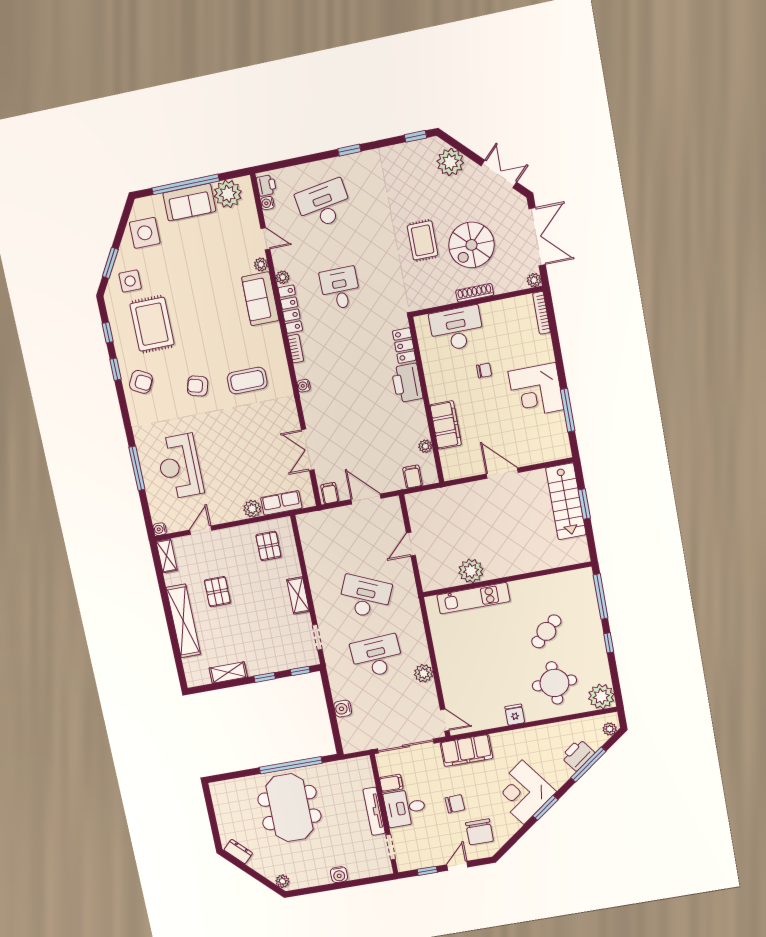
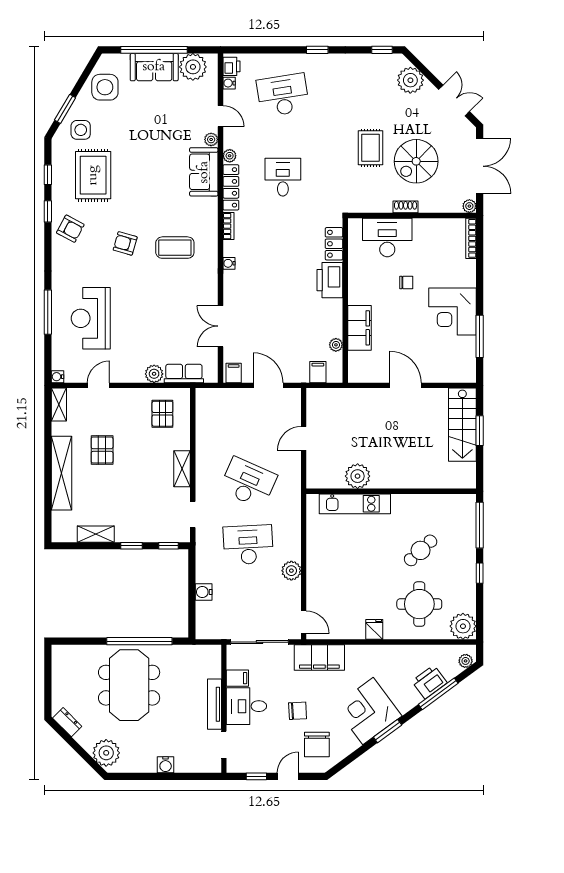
shoe rack: (475, 293) -> (406, 207), width x0.70
plant: (283, 881) -> (106, 753), width x1.88, depth x1.88

